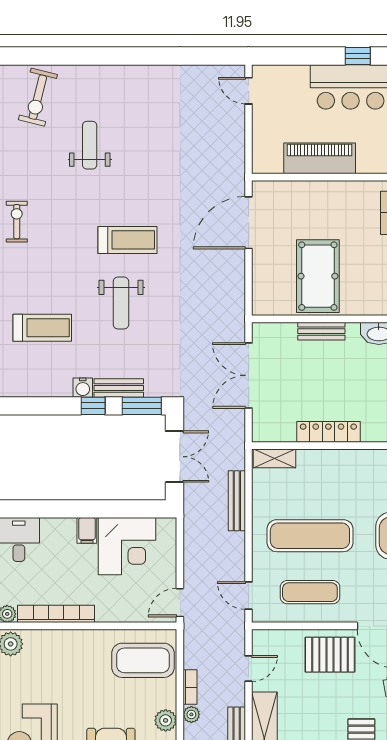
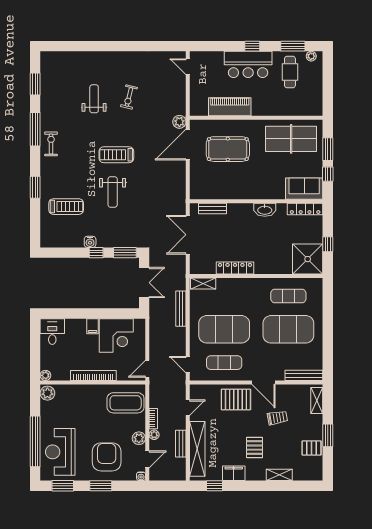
exercise bike: (38, 97) -> (129, 97), moved, width x0.73, depth x0.72
plant: (234, 184) -> (179, 122), added
treadmill: (127, 240) -> (116, 155), turned 180
pool table: (318, 276) -> (228, 149), moved, turned 90
bench: (321, 331) -> (213, 209), moved
bench: (119, 388) -> (111, 242), removed
exercise mat: (310, 536) -> (224, 329), width x1.47
bookcase: (56, 614) -> (93, 375), moved

